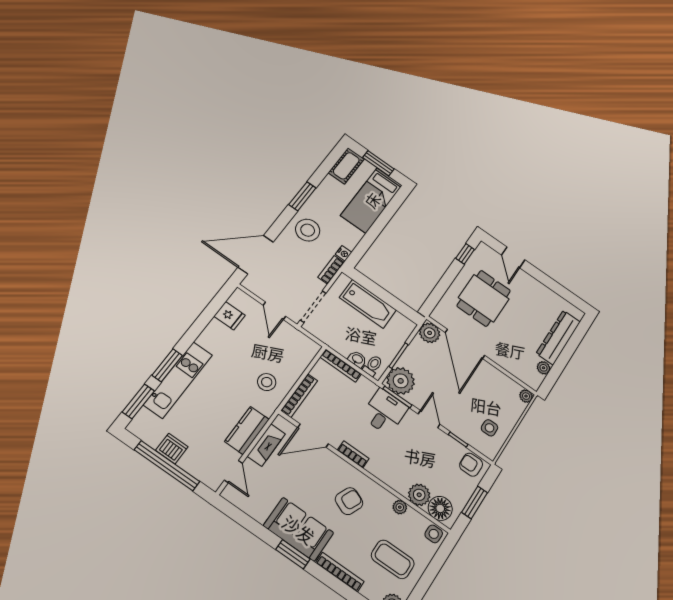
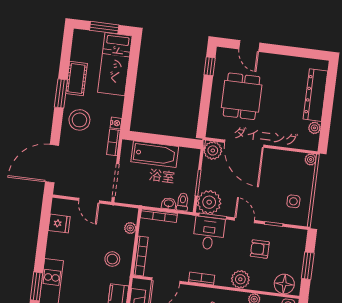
cot: (346, 166) -> (76, 79), moved
plant: (303, 361) -> (130, 228), added
armchair: (471, 465) -> (260, 249), moved
plant: (419, 495) -> (240, 279), moved

